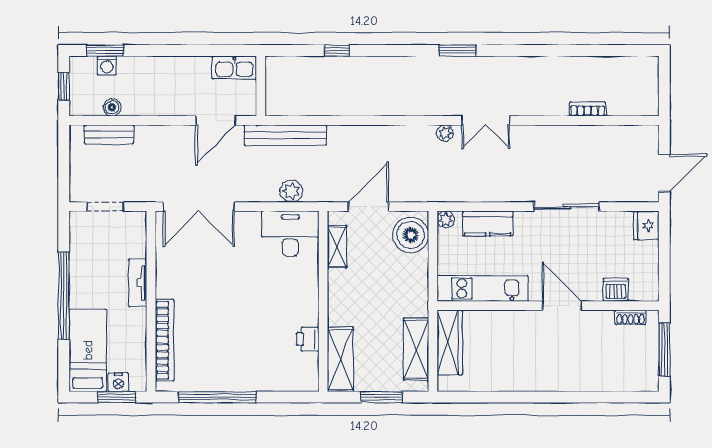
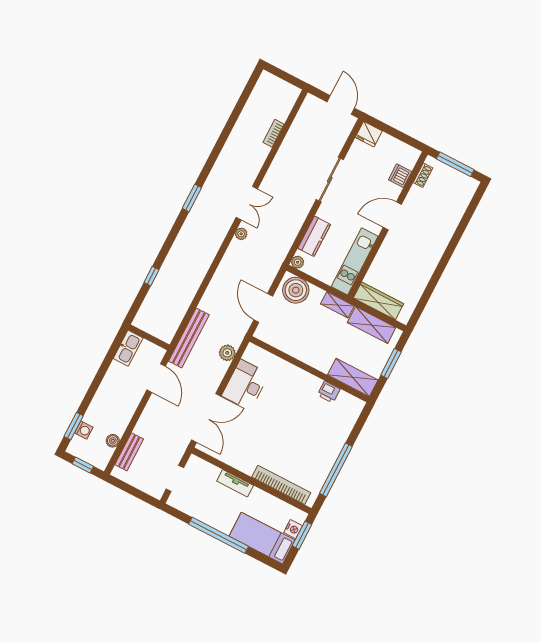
desk: (290, 233) -> (245, 385), moved
shelving: (337, 247) -> (337, 305), moved

